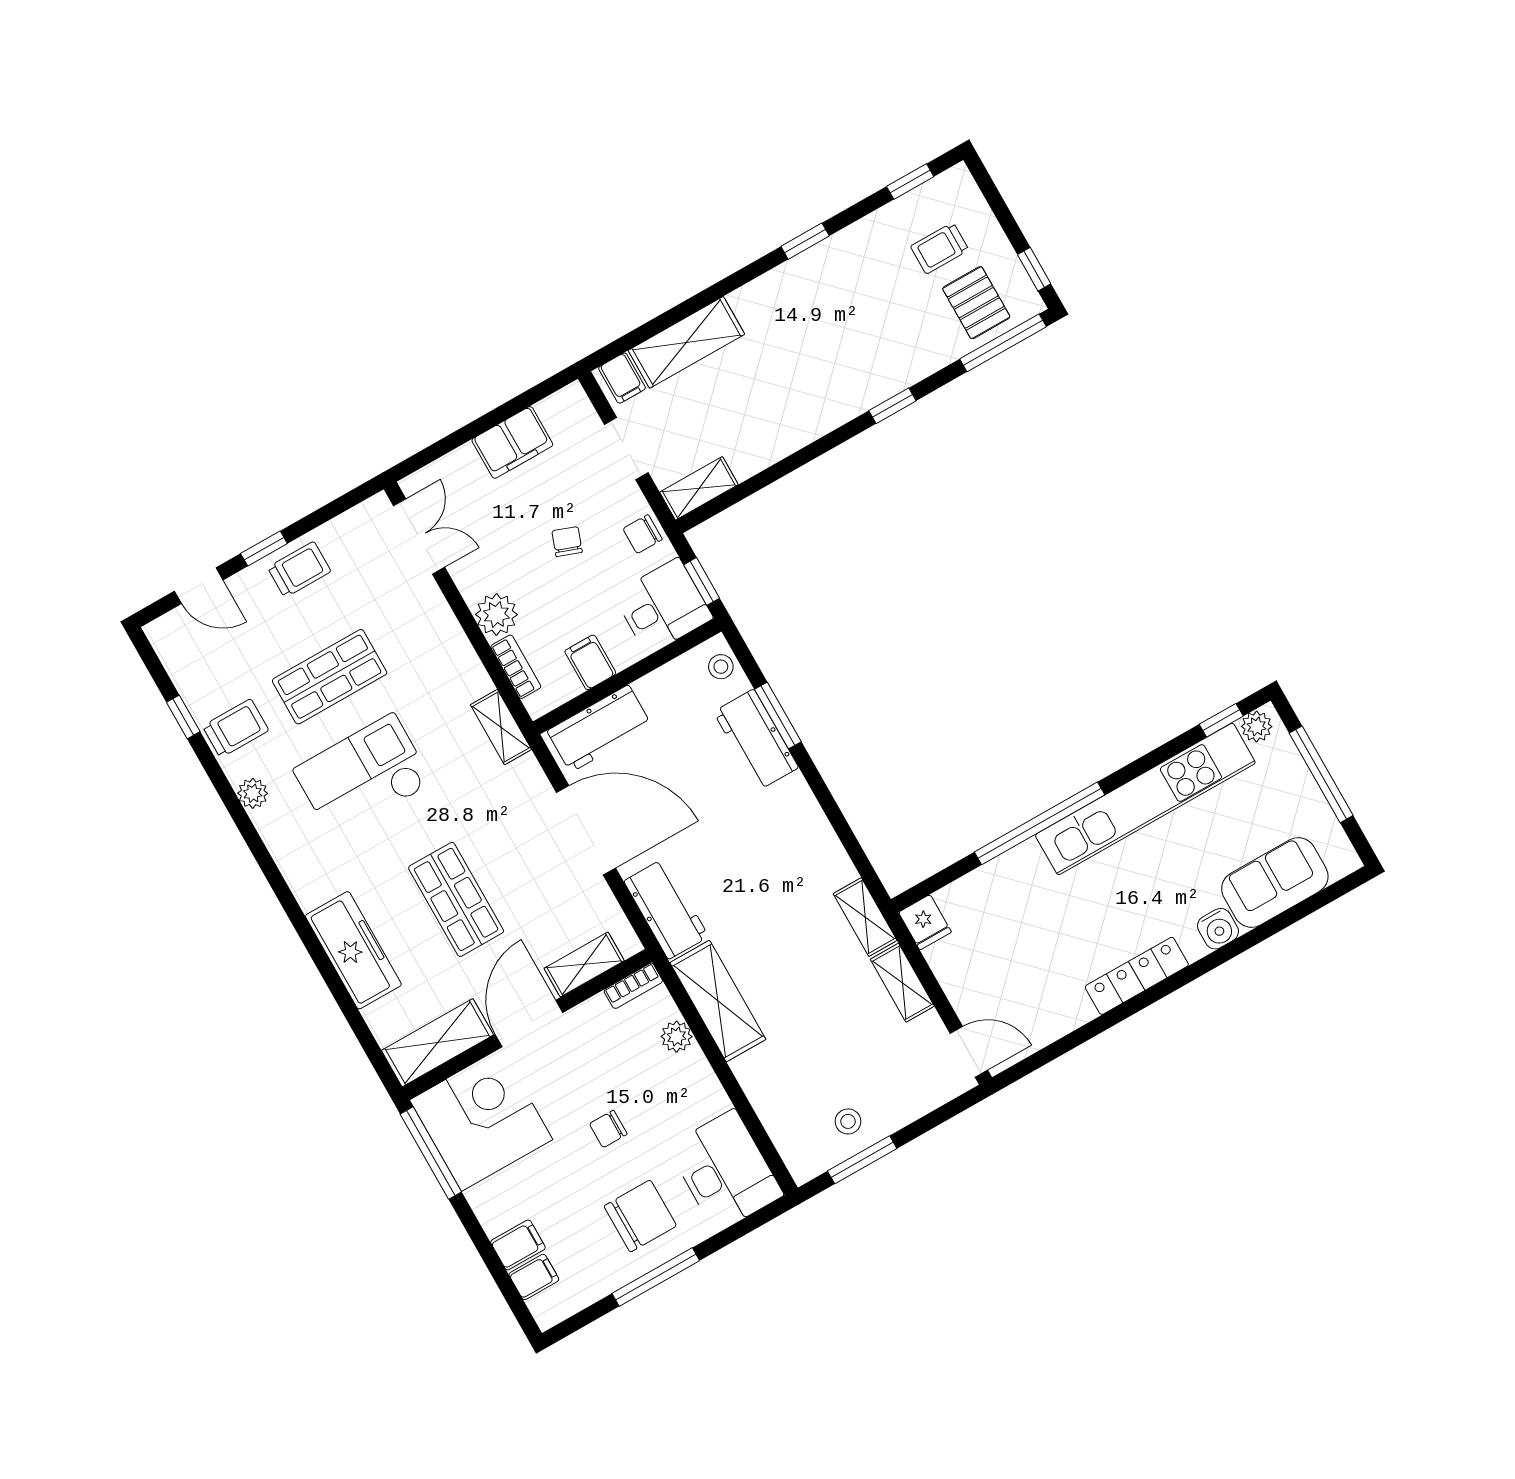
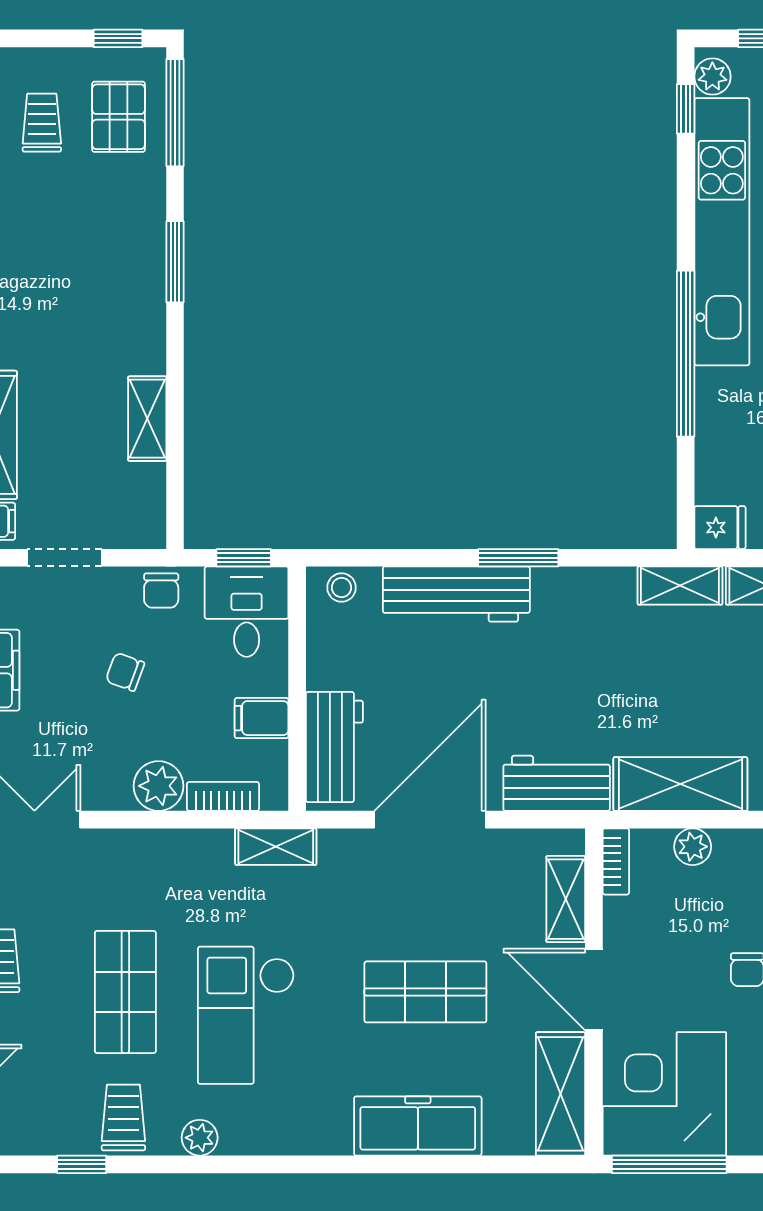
trolley: (940, 248) -> (42, 123), turned 180
pallet: (976, 303) -> (119, 117), turned 90
window: (892, 406) -> (175, 262), width x1.50
shelving: (699, 488) -> (147, 419), moved
window: (778, 716) -> (518, 558), moved
workbench: (756, 740) -> (456, 594), width x1.38

